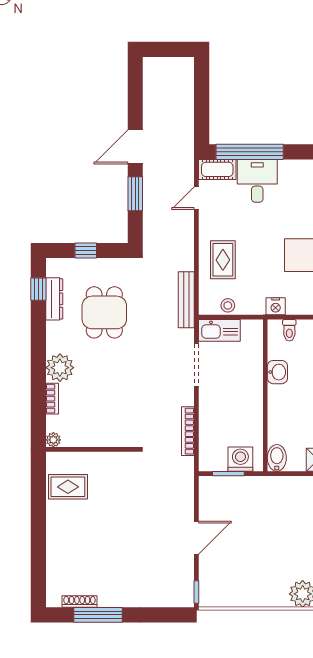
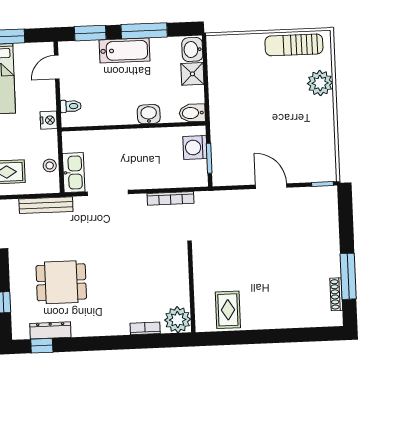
plant: (60, 368) -> (115, 322), removed
washbasin: (277, 372) -> (149, 114), moved
plant: (53, 440) -> (178, 320), width x1.88, depth x1.88

